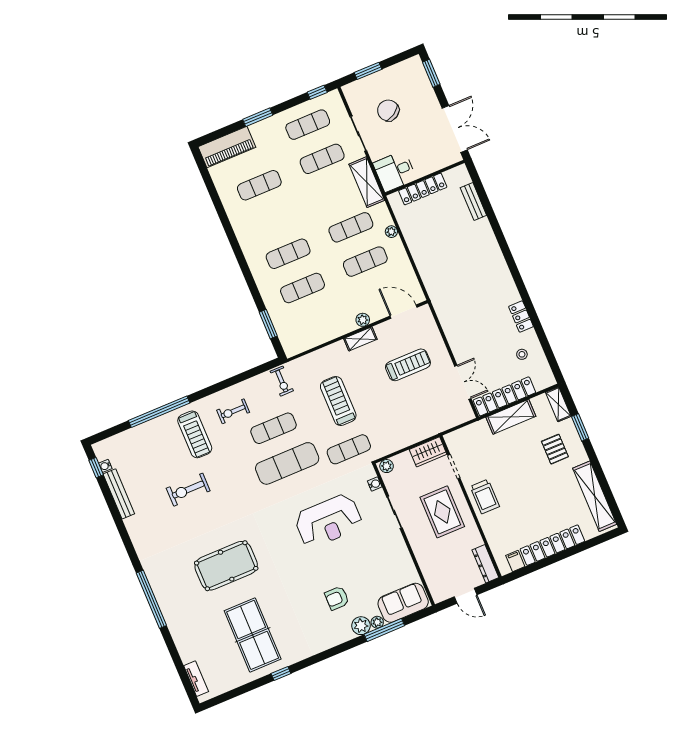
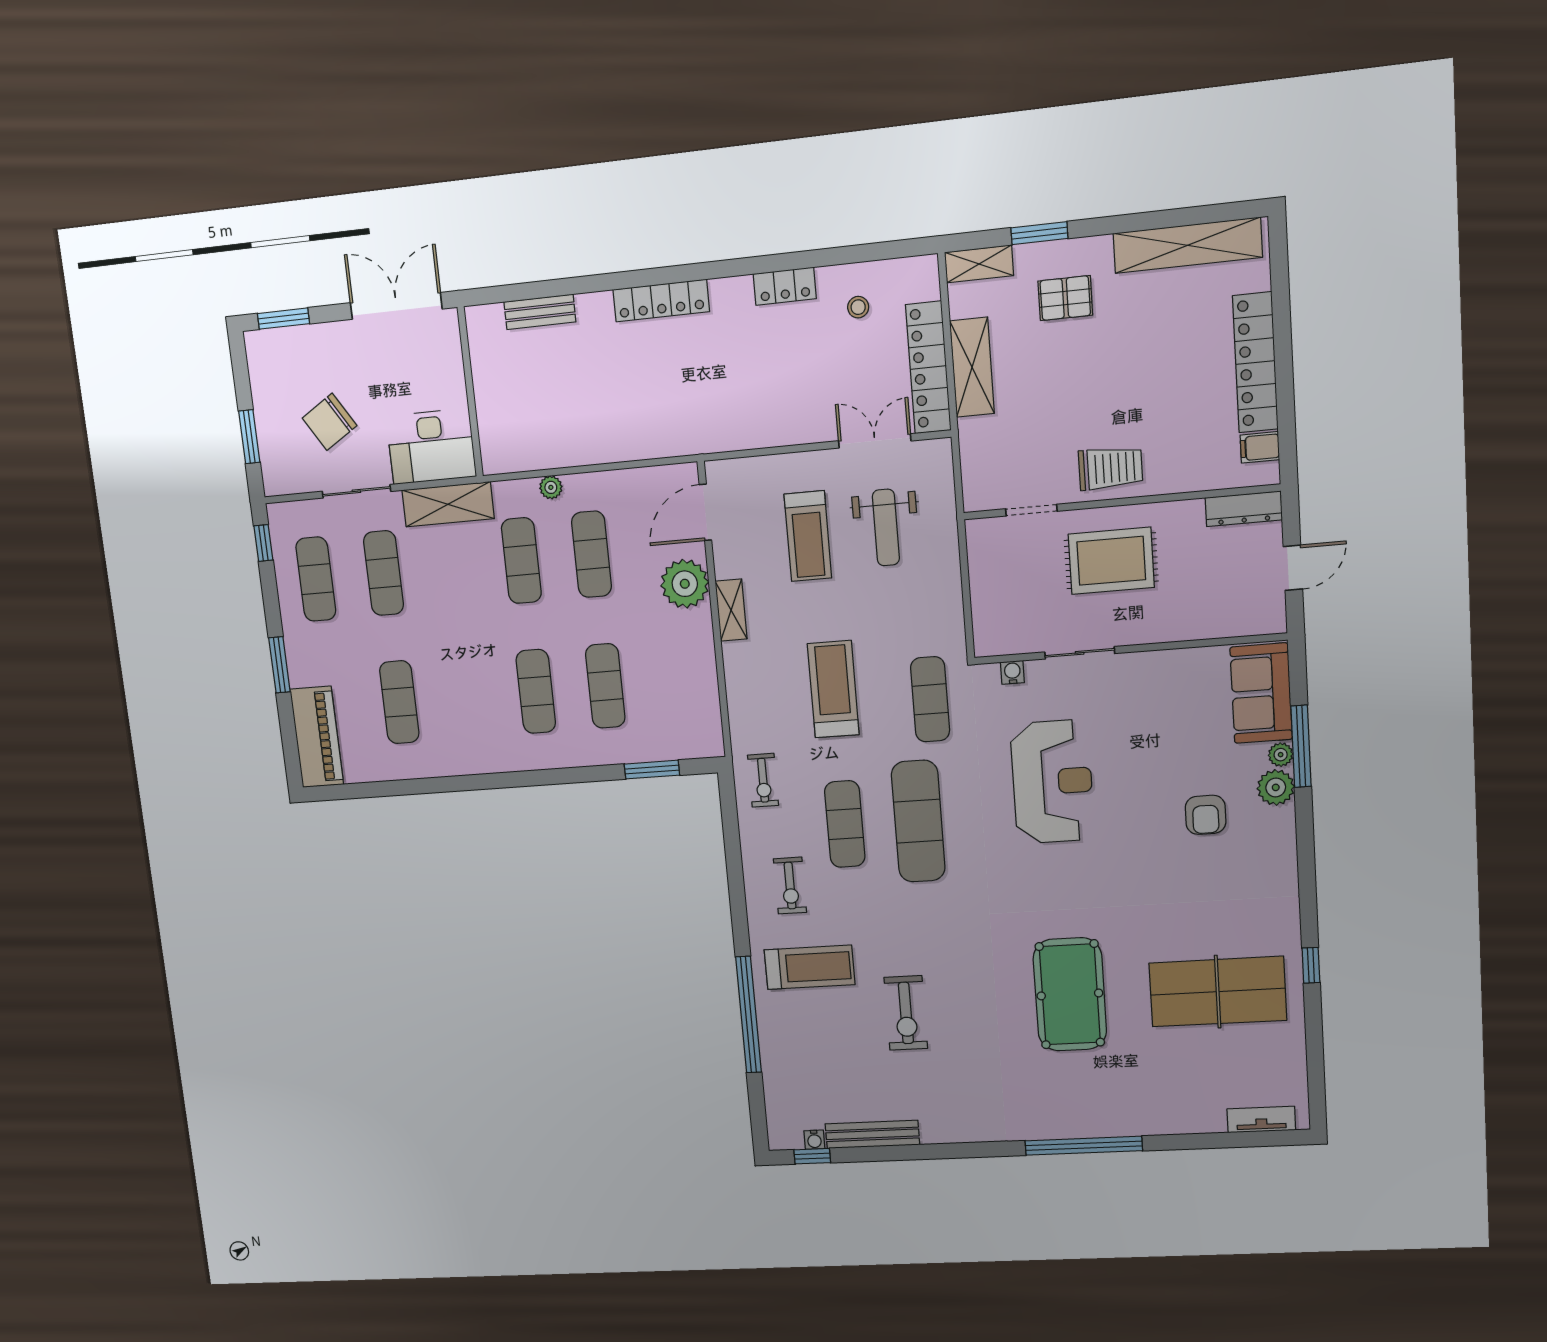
desk: (395, 171) -> (431, 446), width x1.37
locker: (423, 189) -> (661, 301), moved, turned 90
plant: (363, 320) -> (685, 584), width x1.88, depth x1.88
treadmill: (408, 365) -> (808, 536), turned 180
exercise bike: (282, 381) -> (763, 780), turned 90
treadmill: (338, 401) -> (833, 689), turned 90
weight bench: (424, 401) -> (886, 527), added
wardrobe: (428, 452) -> (986, 551), removed
plant: (387, 466) -> (986, 639), removed

